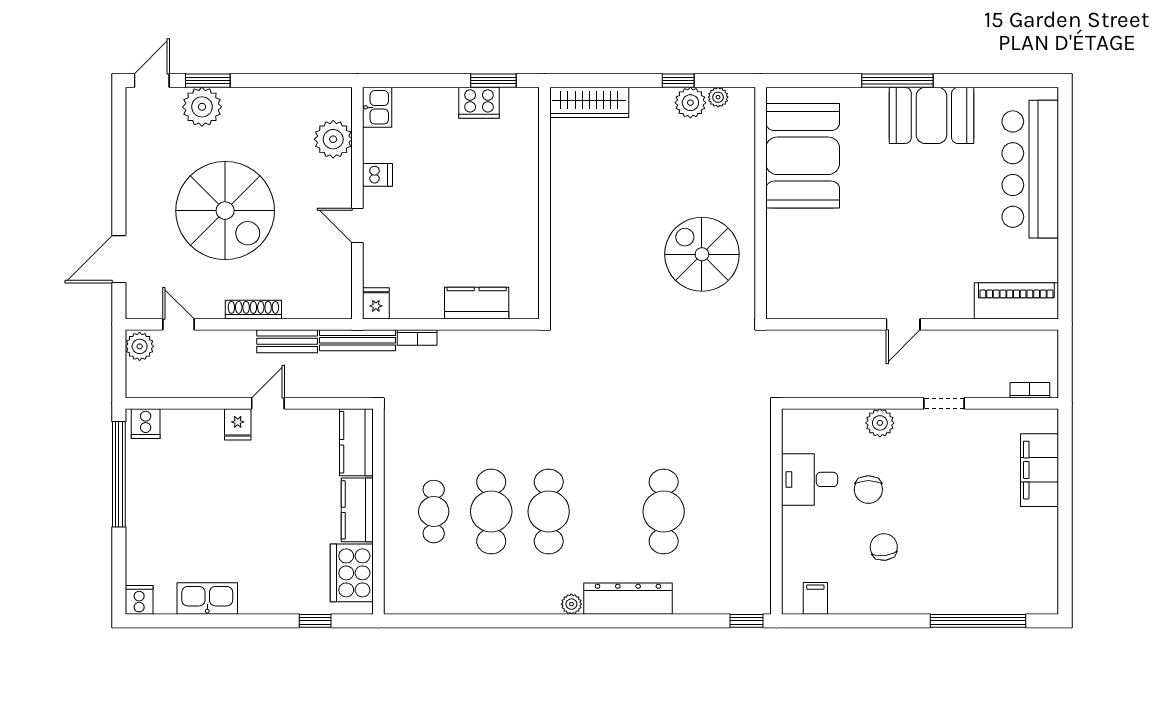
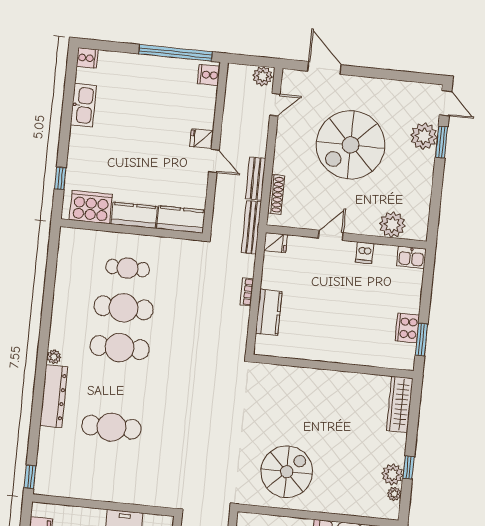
shoe rack: (253, 310) -> (276, 195), moved
bookcase: (417, 338) -> (247, 292), moved

